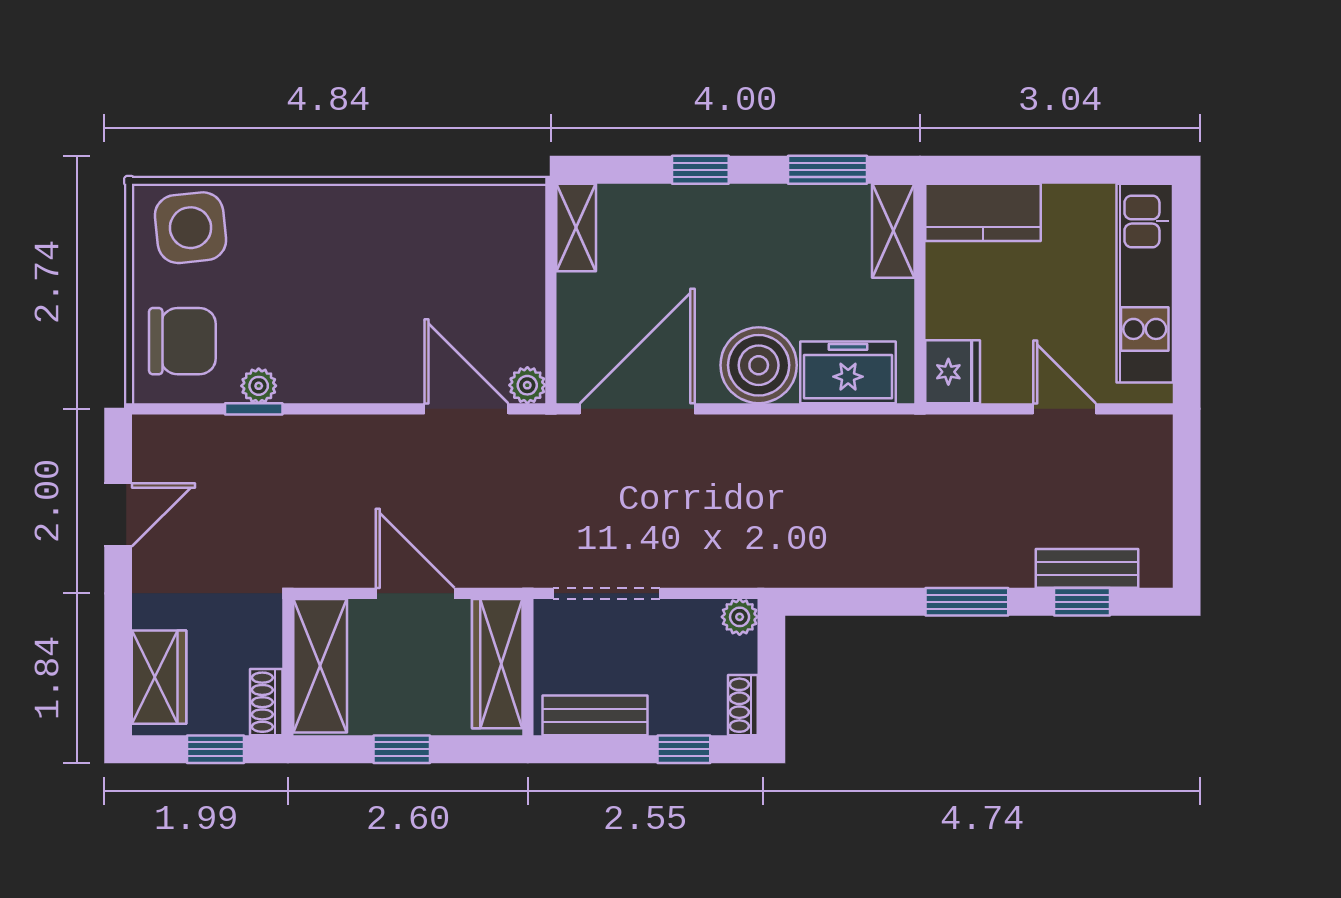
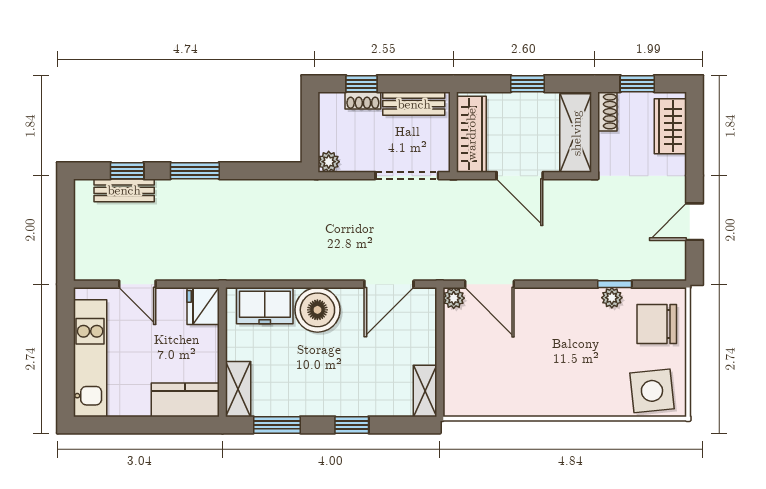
door: (637, 409) -> (389, 284), width x0.73
shoe rack: (743, 705) -> (363, 101), moved, turned 90

